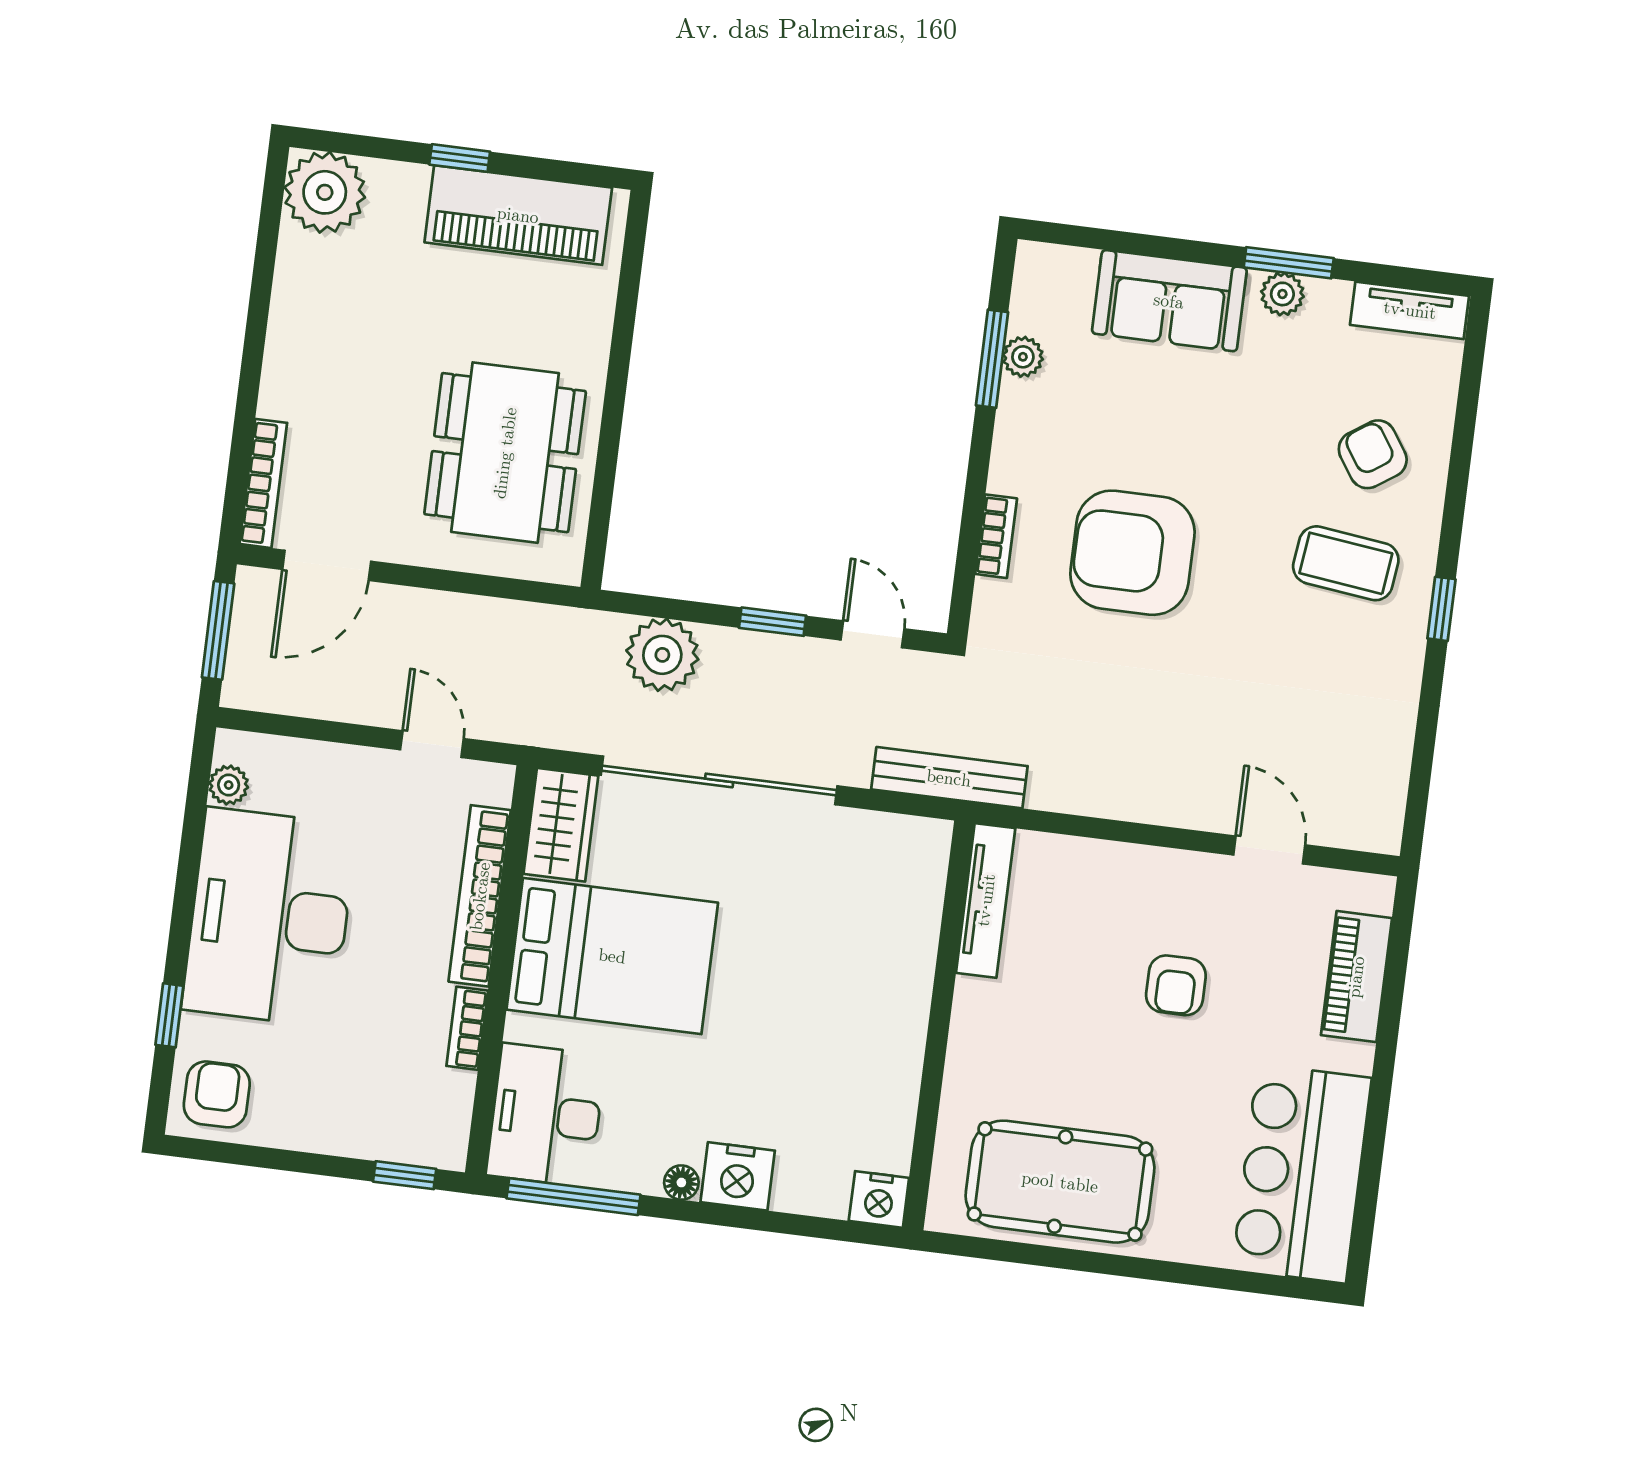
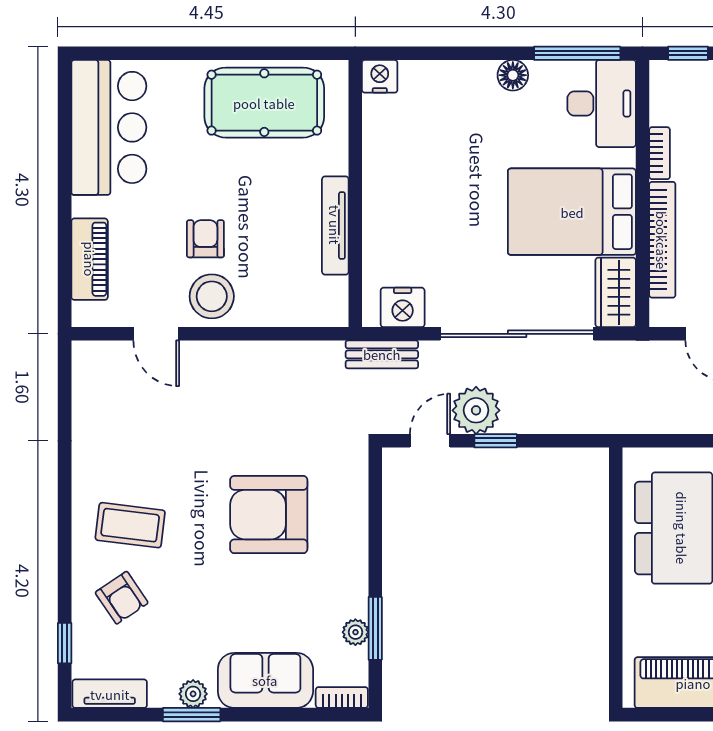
bookcase: (996, 536) -> (342, 697), moved, turned 90
armchair: (1132, 553) -> (269, 515), turned 180
window: (1441, 609) -> (65, 643), moved
door: (873, 634) -> (430, 441), swing flipped
plant: (662, 655) -> (476, 410), moved
bench: (949, 778) -> (382, 354), width x0.73
stool: (1177, 896) -> (212, 296), added
tv unit: (986, 900) -> (335, 225), moved
nightstand: (738, 1176) -> (403, 307), moved, turned 180
floor lamp: (681, 1183) -> (513, 75), width x1.37, depth x1.37

